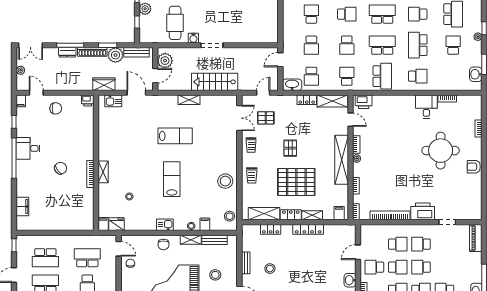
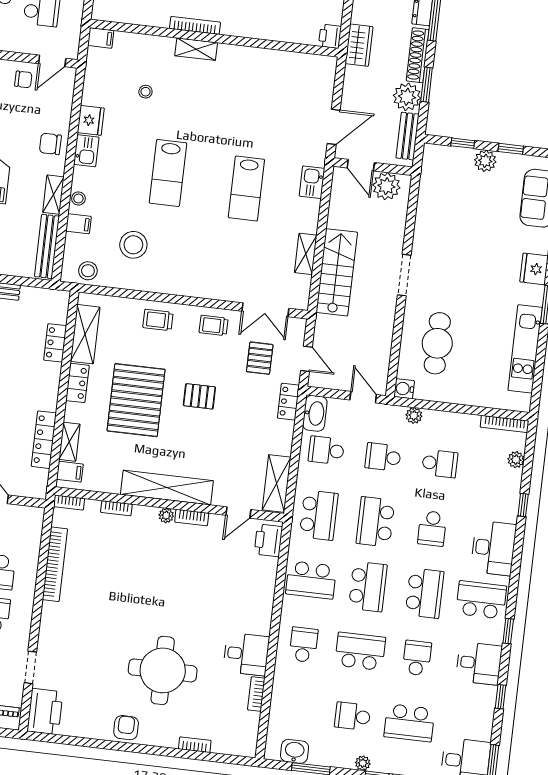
cafe table: (175, 23) -> (437, 343), moved, turned 90
plant: (287, 31) -> (414, 416), added
water cooler: (193, 38) -> (404, 389), moved
school desk: (347, 45) -> (375, 522), width x1.85
school desk: (453, 45) -> (353, 716), turned 180
school desk: (347, 76) -> (319, 515), width x1.85
school desk: (418, 76) -> (303, 645), turned 180
wardrobe: (104, 84) -> (359, 45), moved
shelving: (189, 100) -> (306, 254), moved
locker: (307, 100) -> (288, 402), moved
kitchen sink: (113, 101) -> (312, 182), moved
lab bench: (172, 179) -> (168, 173), turned 90
stool: (225, 181) -> (133, 245), moved
printer: (423, 211) -> (45, 712), moved
shelving: (312, 215) -> (69, 442), moved
fridge: (117, 224) -> (91, 120), moved
locker: (308, 229) -> (44, 440), moved
bench: (214, 240) -> (47, 246), width x1.36

